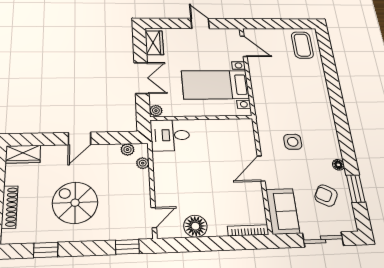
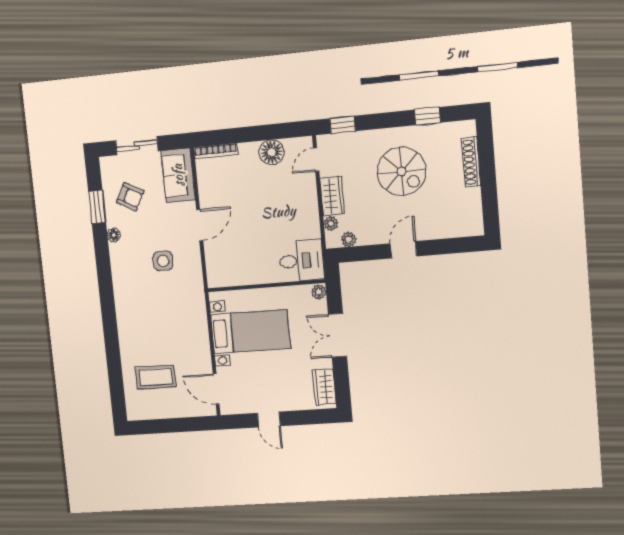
coffee table: (302, 45) -> (156, 377), moved, turned 90
wardrobe: (23, 154) -> (332, 196), moved, turned 90

